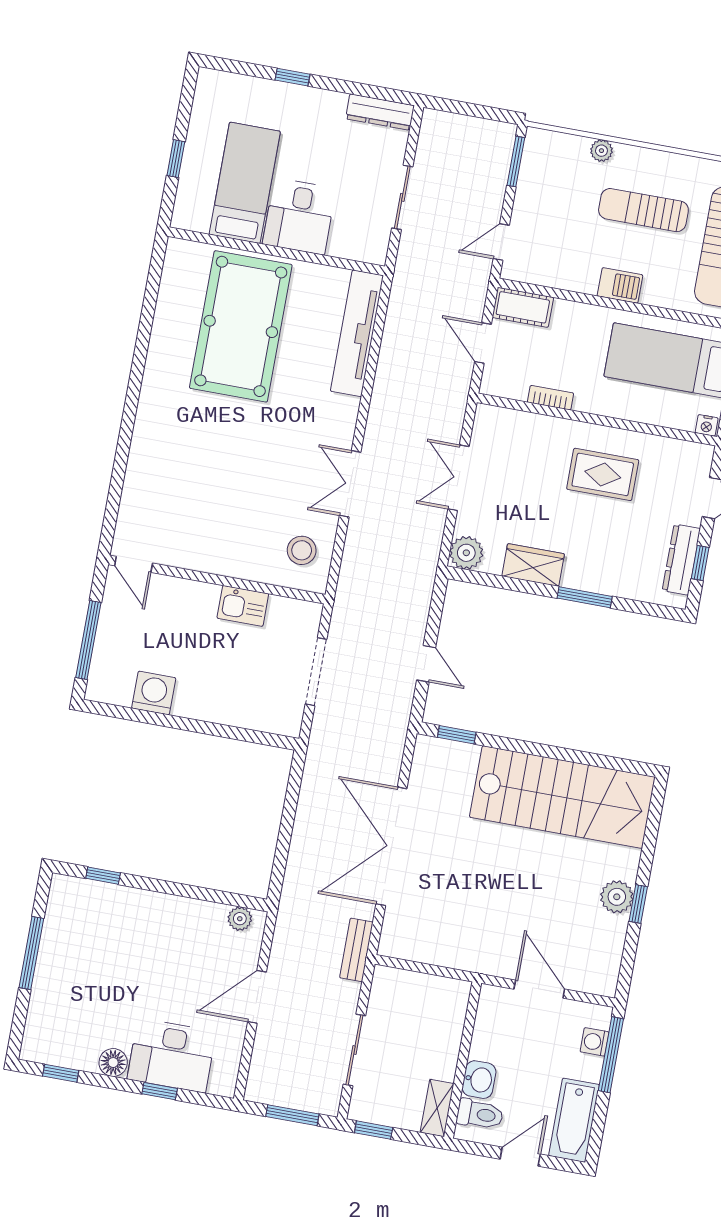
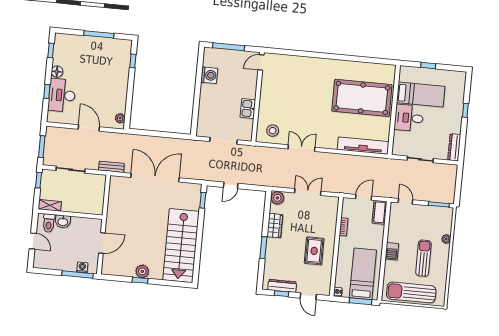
bathtub: (574, 1120) -> (50, 262), removed

